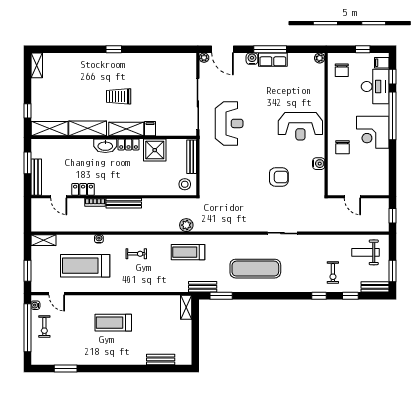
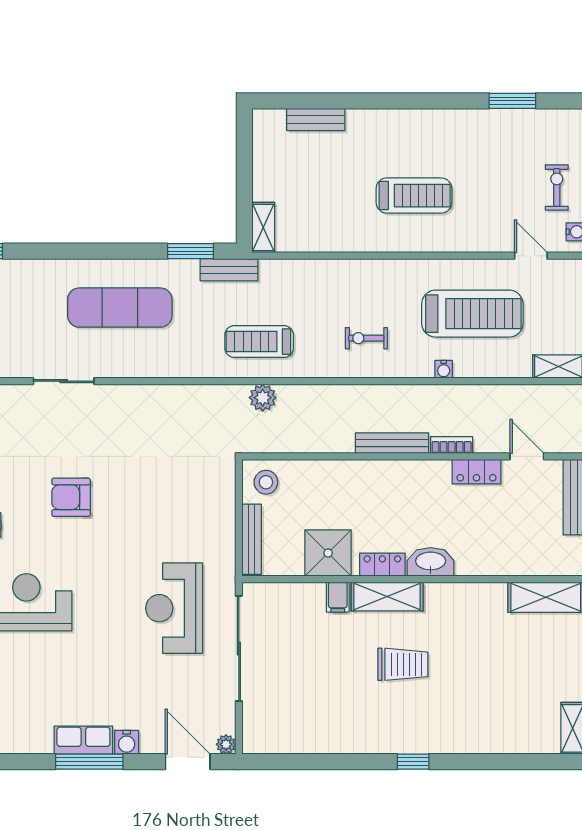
shelving: (88, 128) -> (467, 598), removed
treadmill: (188, 252) -> (259, 342), turned 180

